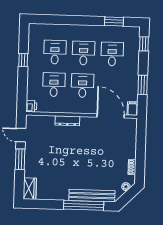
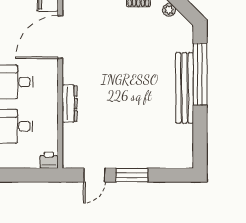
wardrobe: (30, 189) -> (177, 159), removed
bench: (92, 196) -> (185, 88), moved

